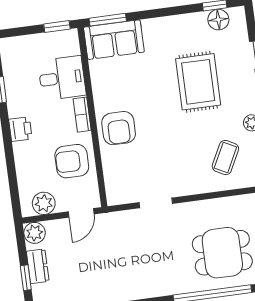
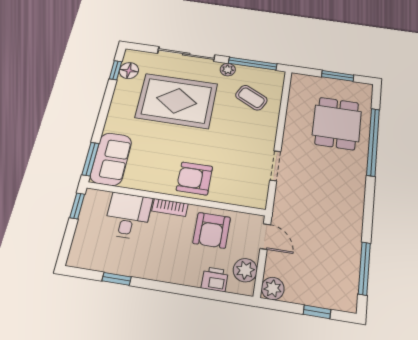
rug: (198, 82) -> (177, 101), width x1.37, depth x1.44
armchair: (119, 128) -> (194, 178), turned 180
printer: (20, 129) -> (215, 279), moved
dresser: (38, 266) -> (308, 296), removed

